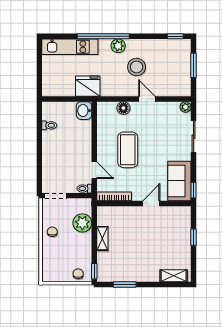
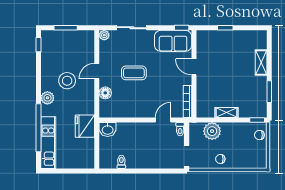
window: (103, 36) -> (39, 128), moved
coffee table: (128, 150) -> (134, 73), moved, width x0.73, depth x0.76
shelving: (174, 276) -> (261, 63), moved

